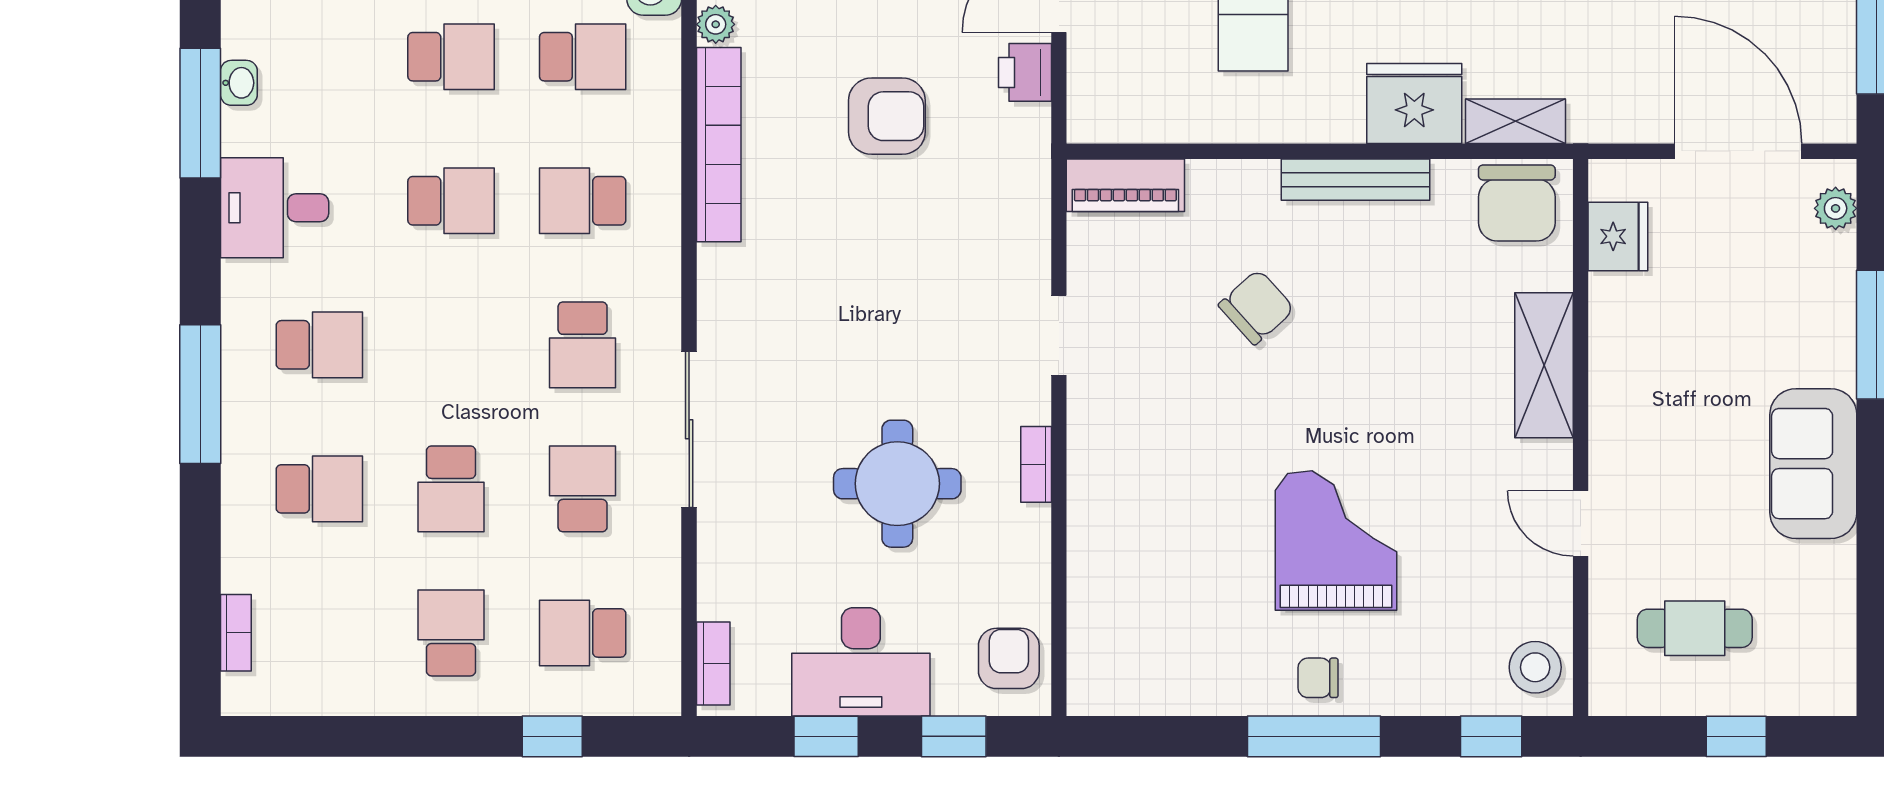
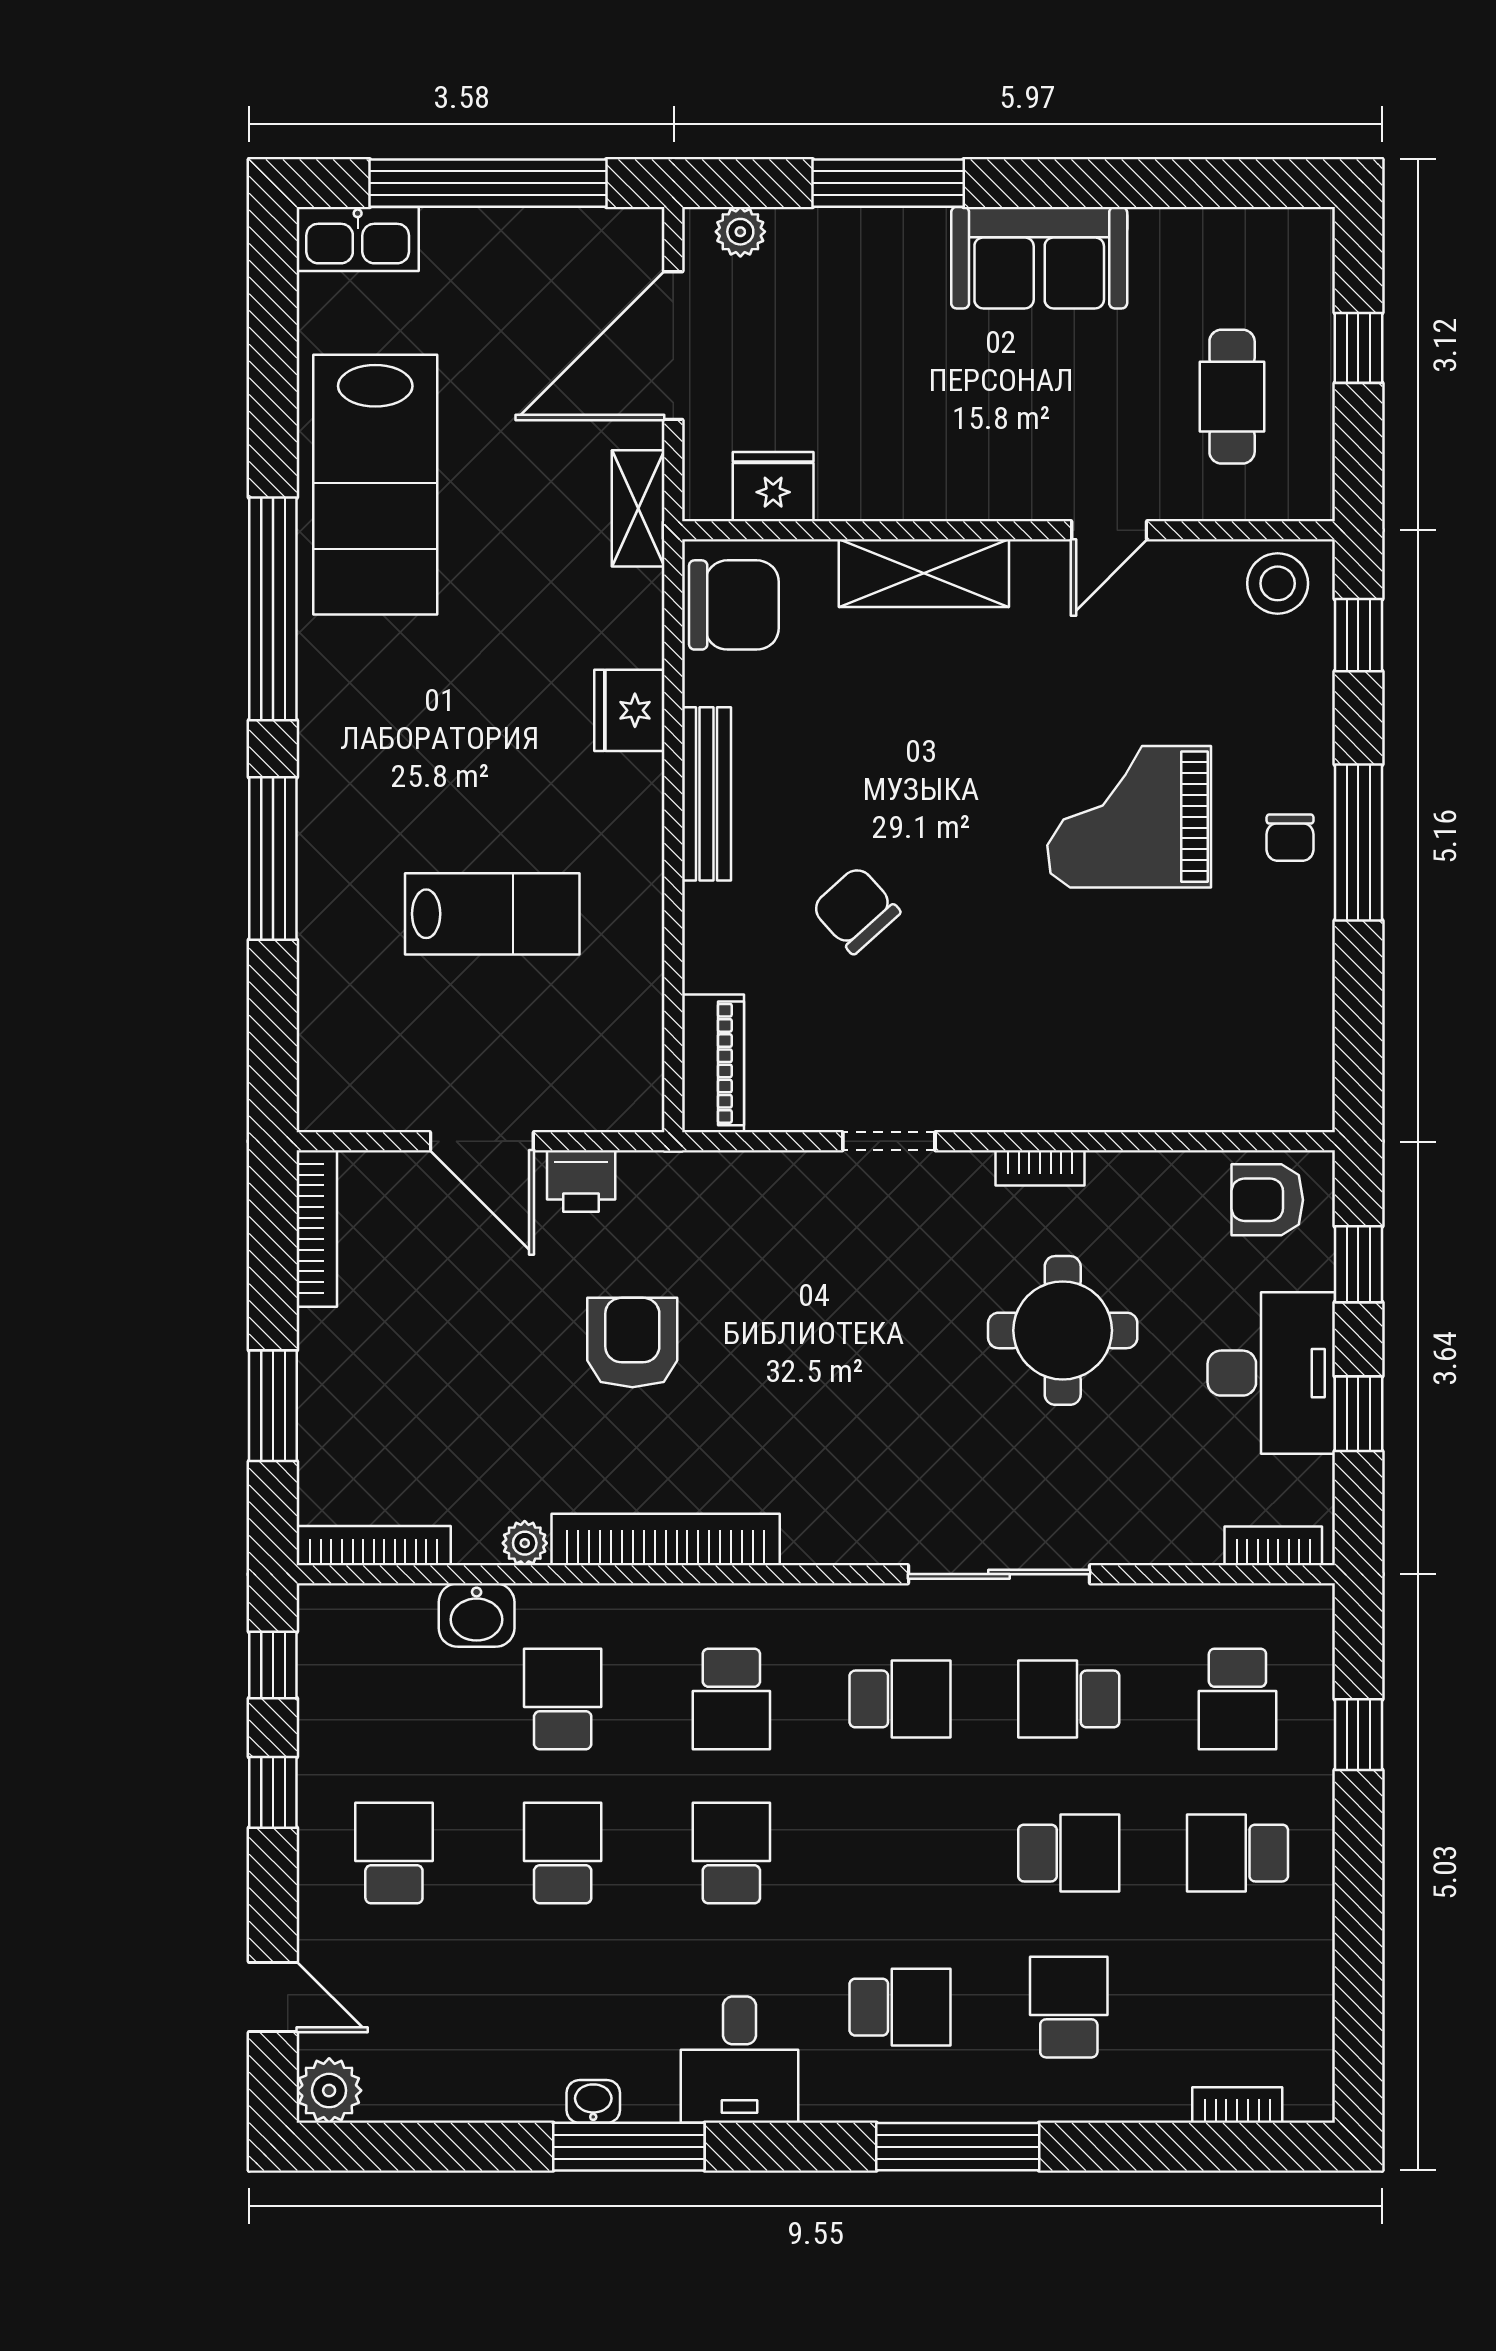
fridge: (1414, 104) -> (629, 710), width x0.73, depth x0.75
shelving: (1515, 121) -> (638, 508), moved
school desk: (319, 345) -> (900, 2007), turned 90

